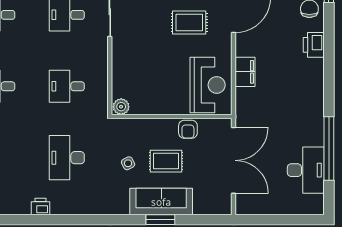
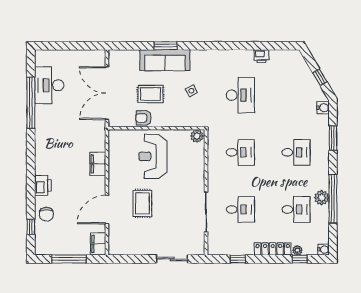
rug: (189, 22) -> (142, 203), turned 90
reception desk: (208, 85) -> (153, 156), moved
armchair: (188, 129) -> (143, 118), turned -90
rug: (166, 161) -> (151, 94), moved

